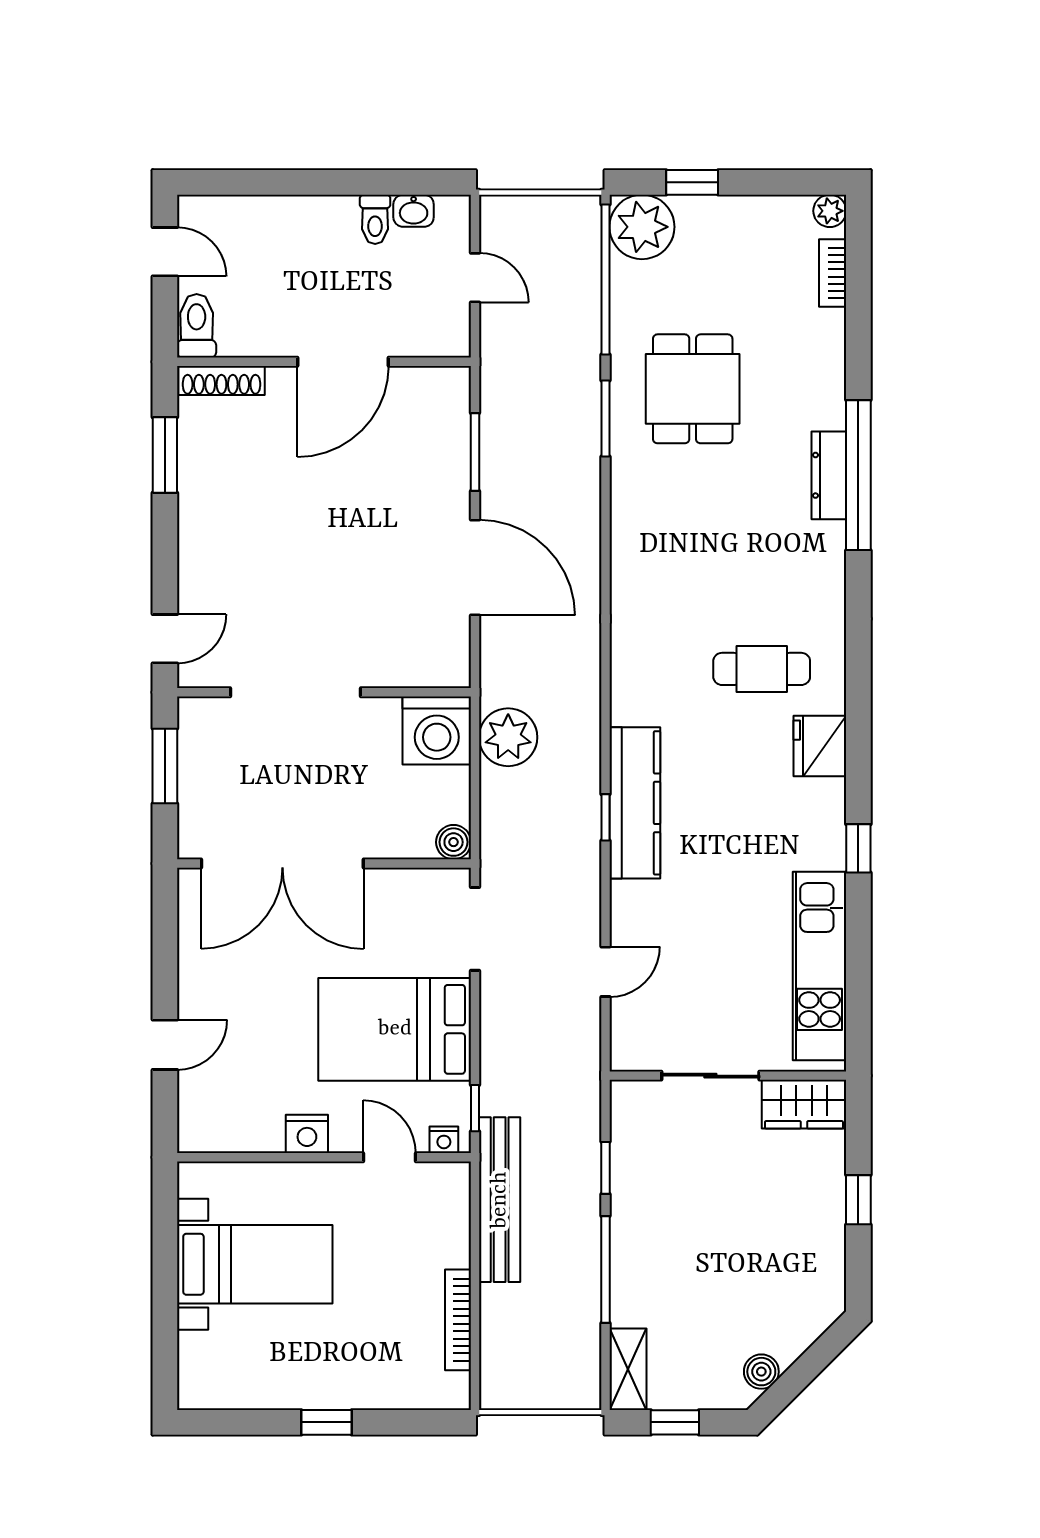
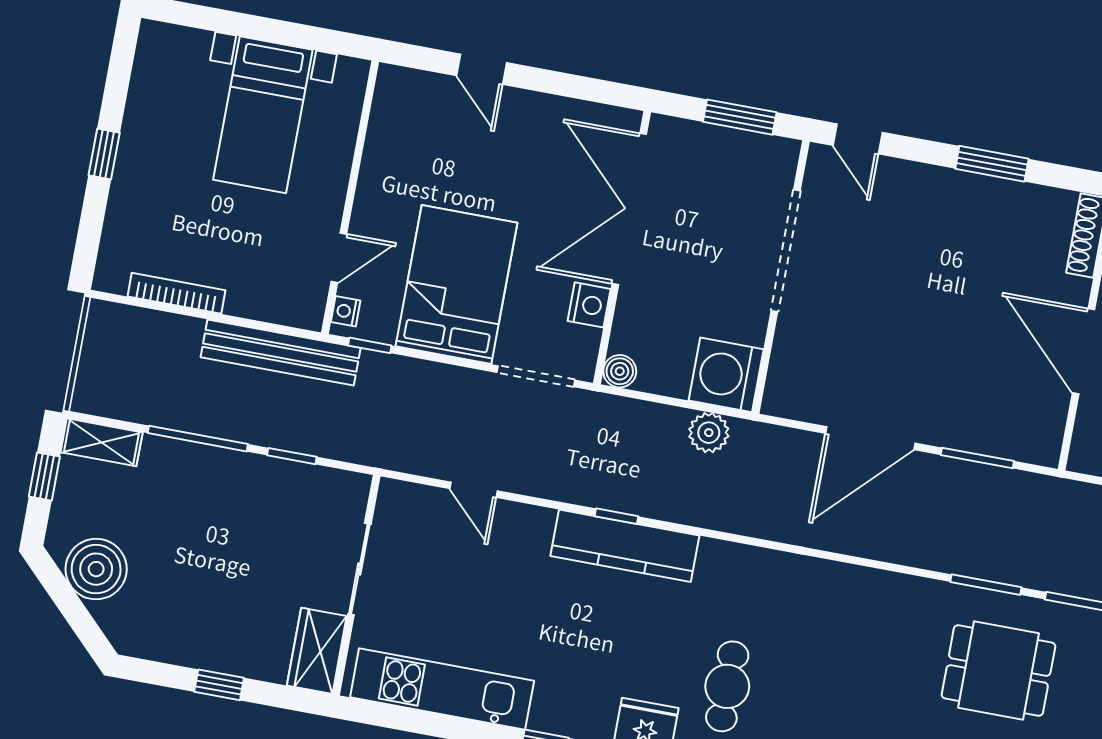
window: (165, 455) -> (992, 164), moved
plant: (508, 737) -> (709, 433), width x0.73, depth x0.73
nightstand: (307, 1134) -> (589, 305), moved, turned 180
boiler: (761, 1372) -> (96, 569), width x1.86, depth x1.86

